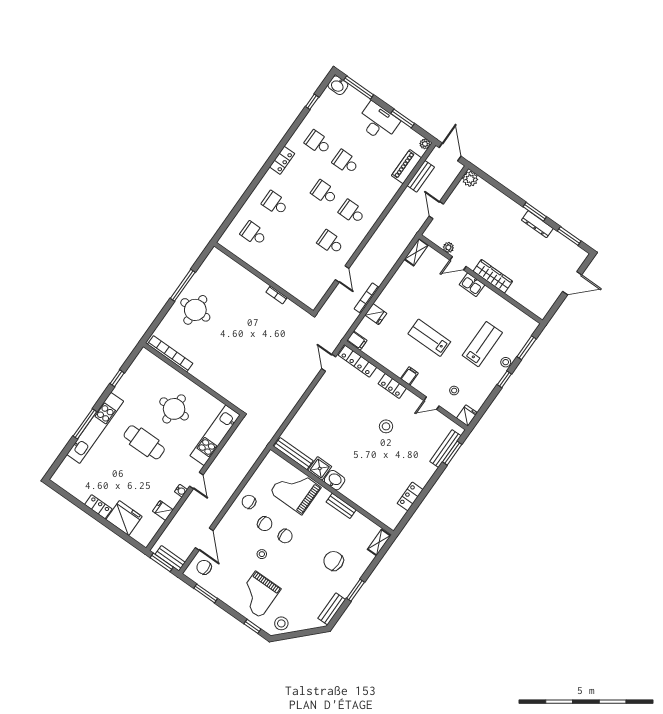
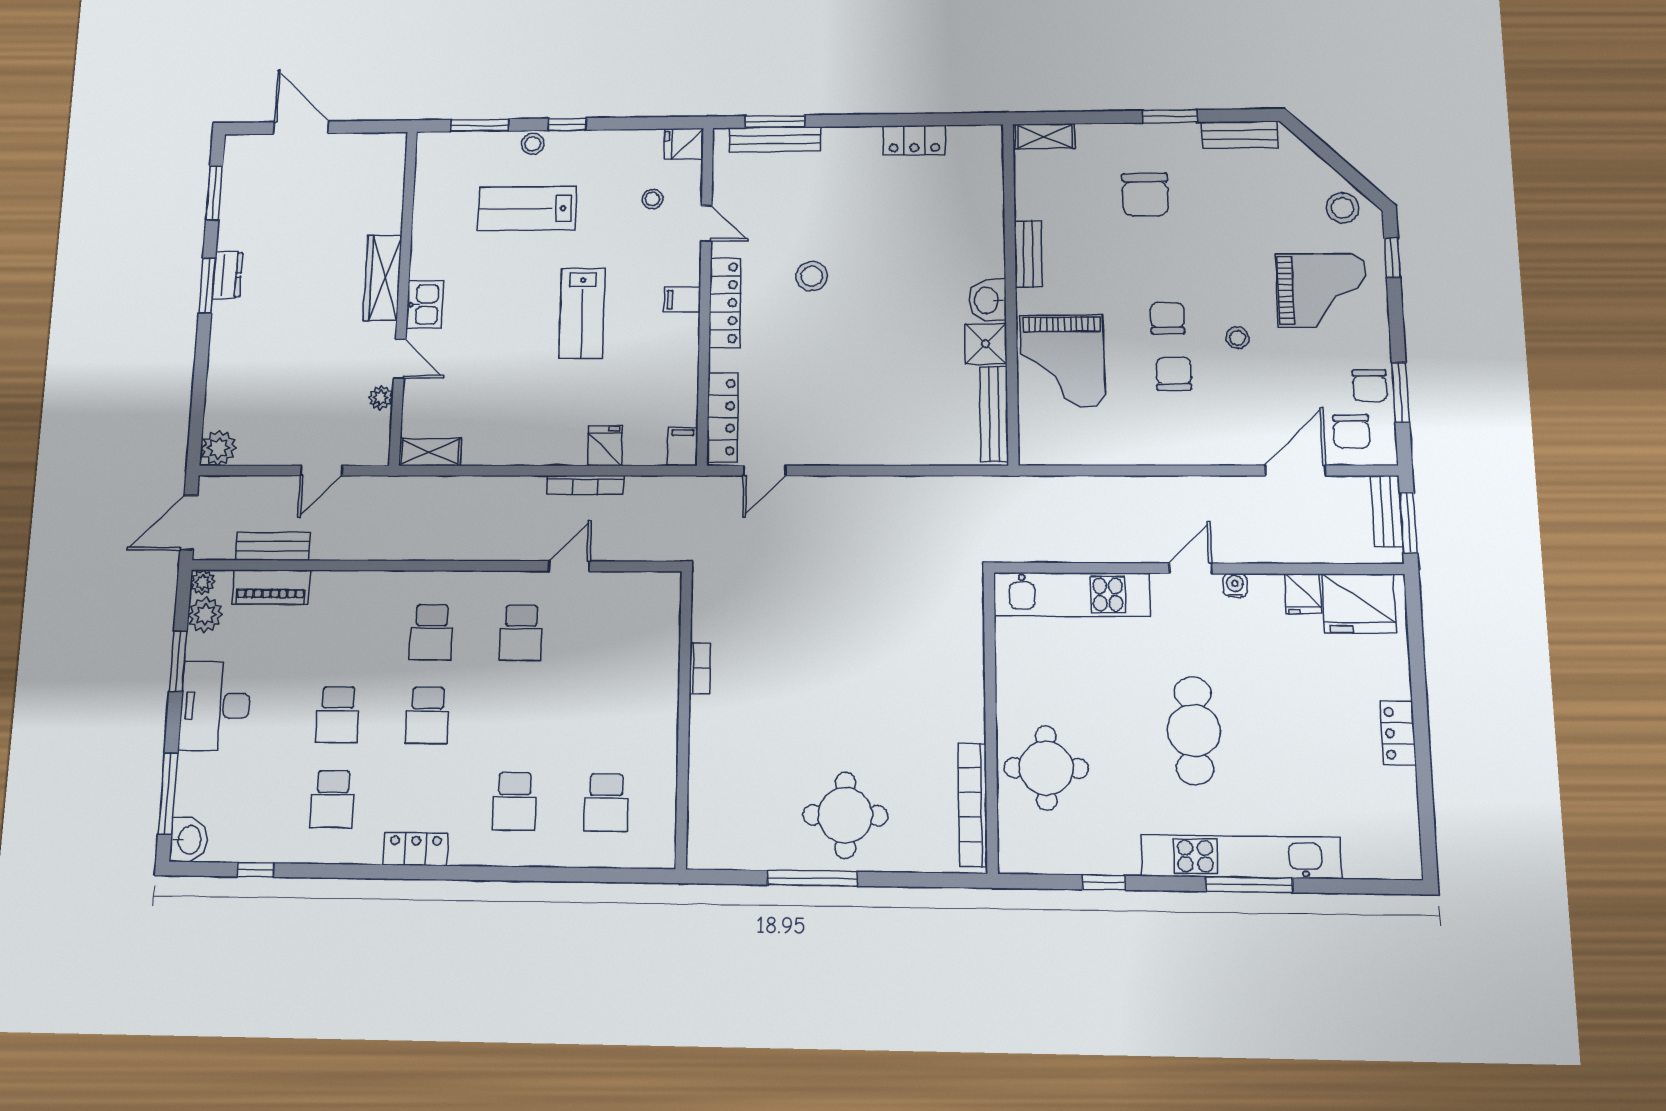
plant: (413, 138) -> (205, 615), added
dresser: (537, 224) -> (228, 275), width x0.70
locker: (392, 386) -> (725, 303), width x1.53
round table: (174, 409) -> (1046, 768), moved
chair: (249, 502) -> (1370, 386), moved
fridge: (124, 518) -> (1359, 603), moved, turned -90

